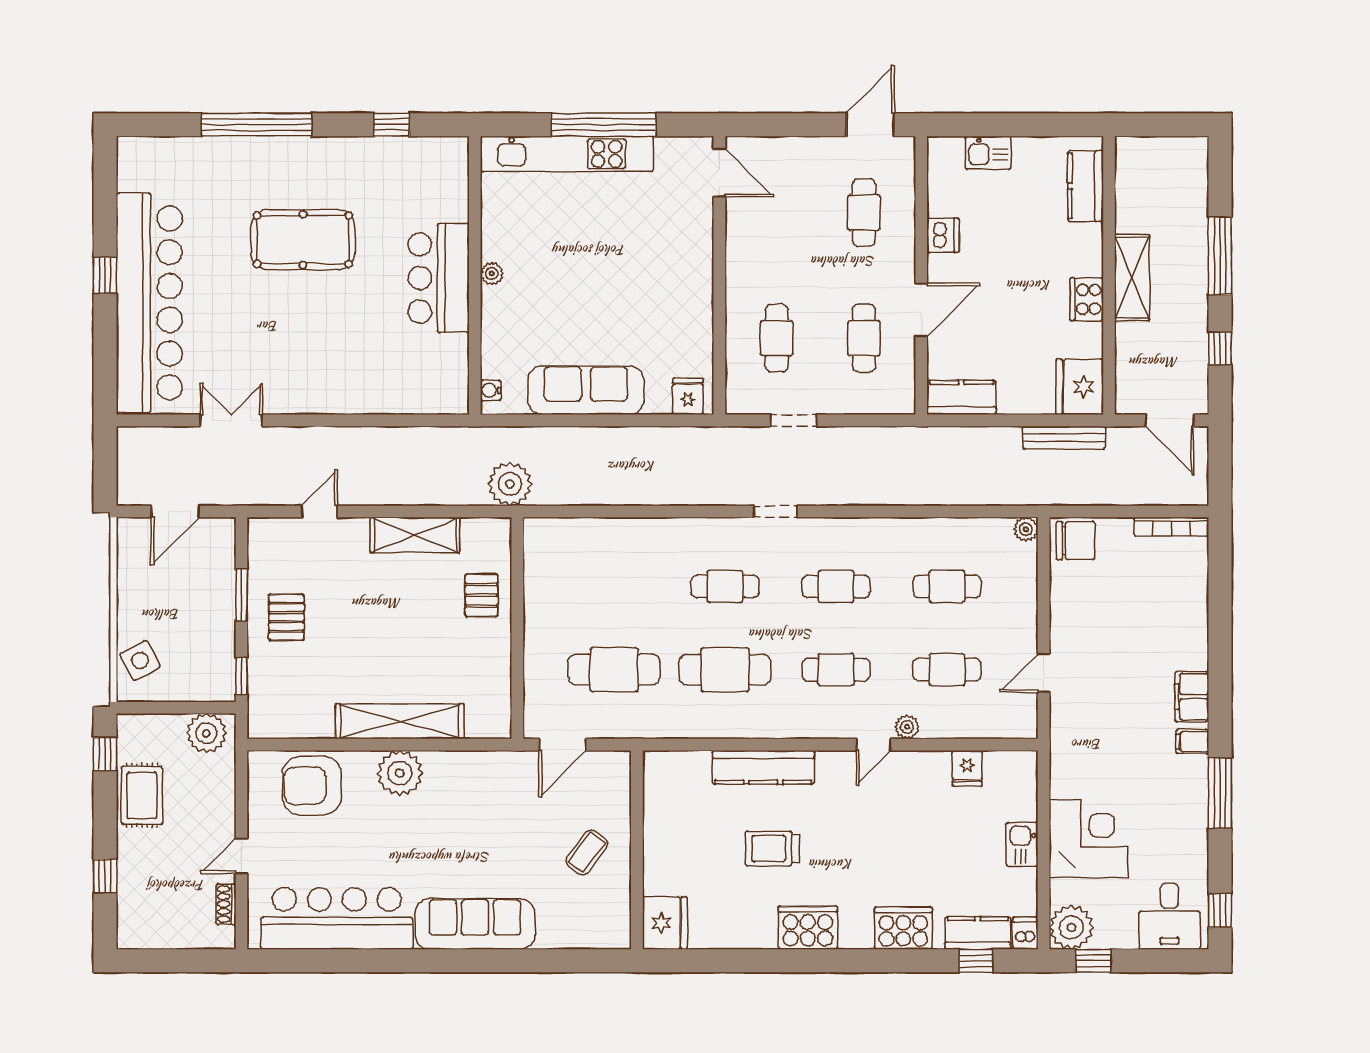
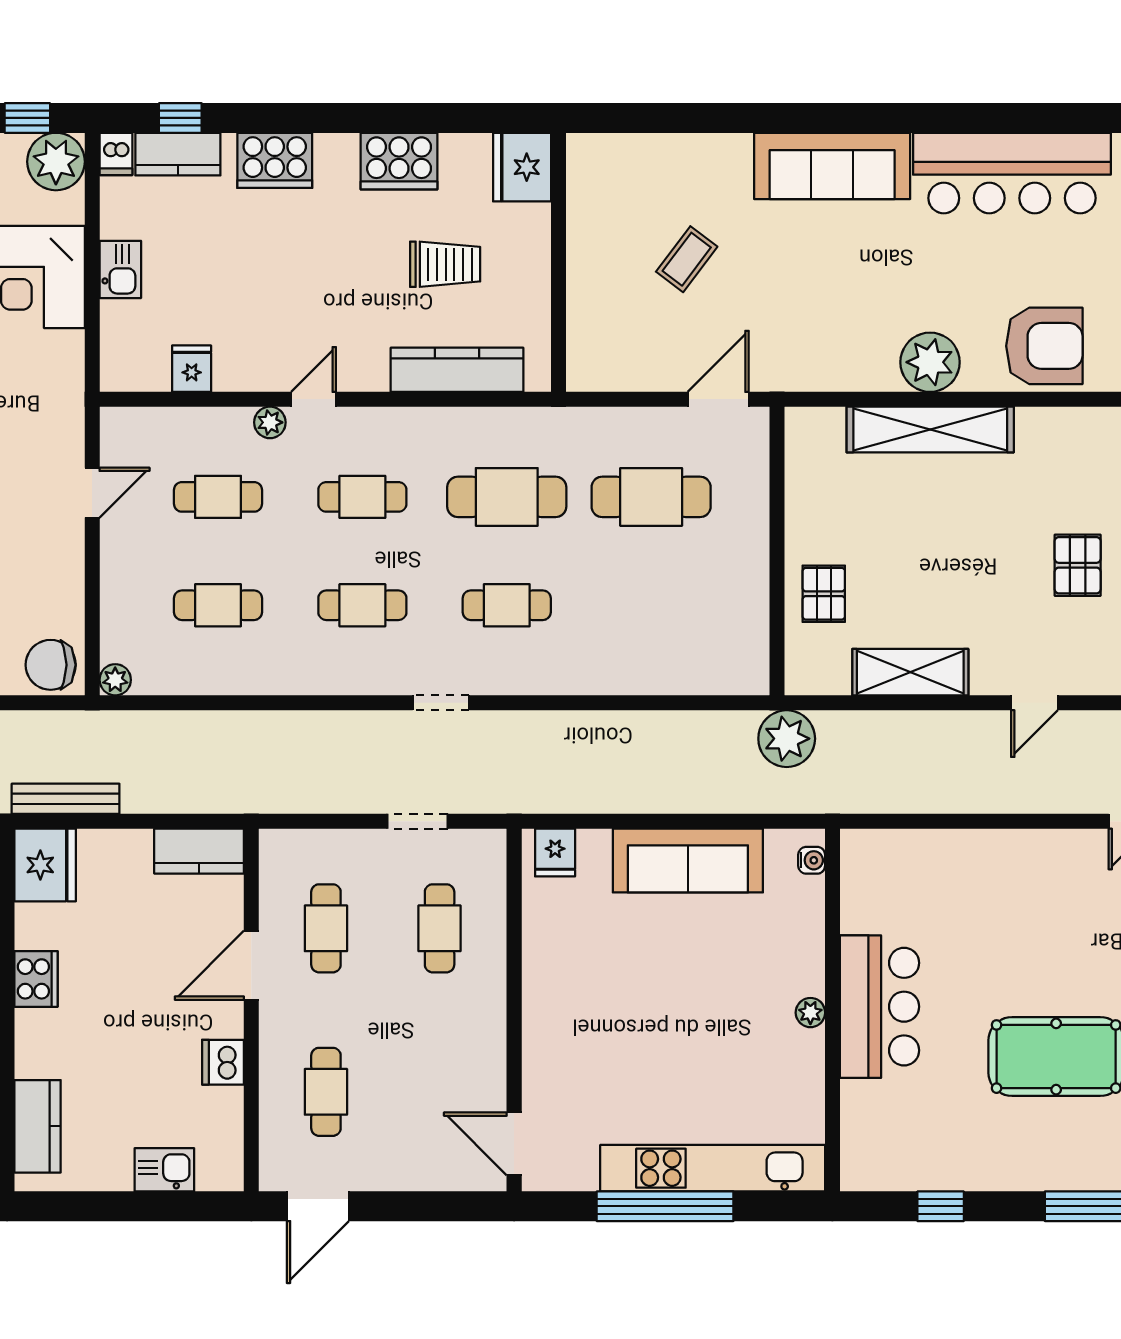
wall: (637, 850) -> (559, 262), moved
fridge: (665, 923) -> (522, 167), moved

